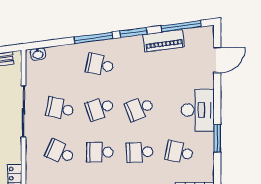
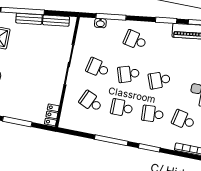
window: (93, 38) -> (111, 17), moved
washbasin: (38, 54) -> (100, 23), moved

